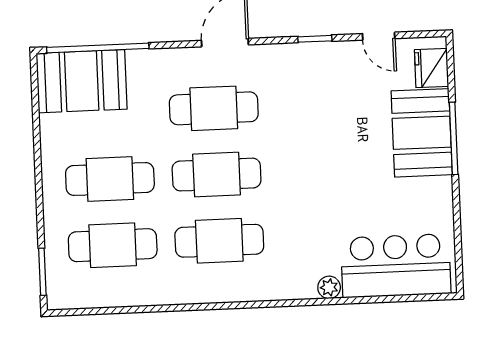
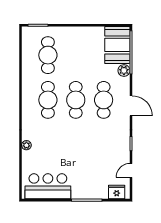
plant: (142, 63) -> (124, 70), added
booth: (422, 133) -> (90, 187), removed
cafe table: (110, 179) -> (76, 55), removed
bar counter: (396, 266) -> (48, 186), moved, turned -90

